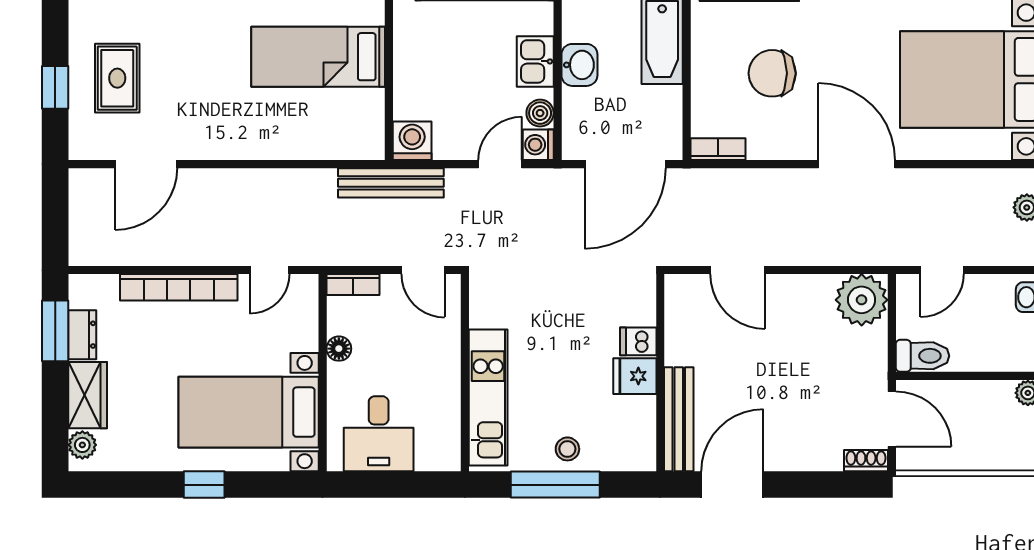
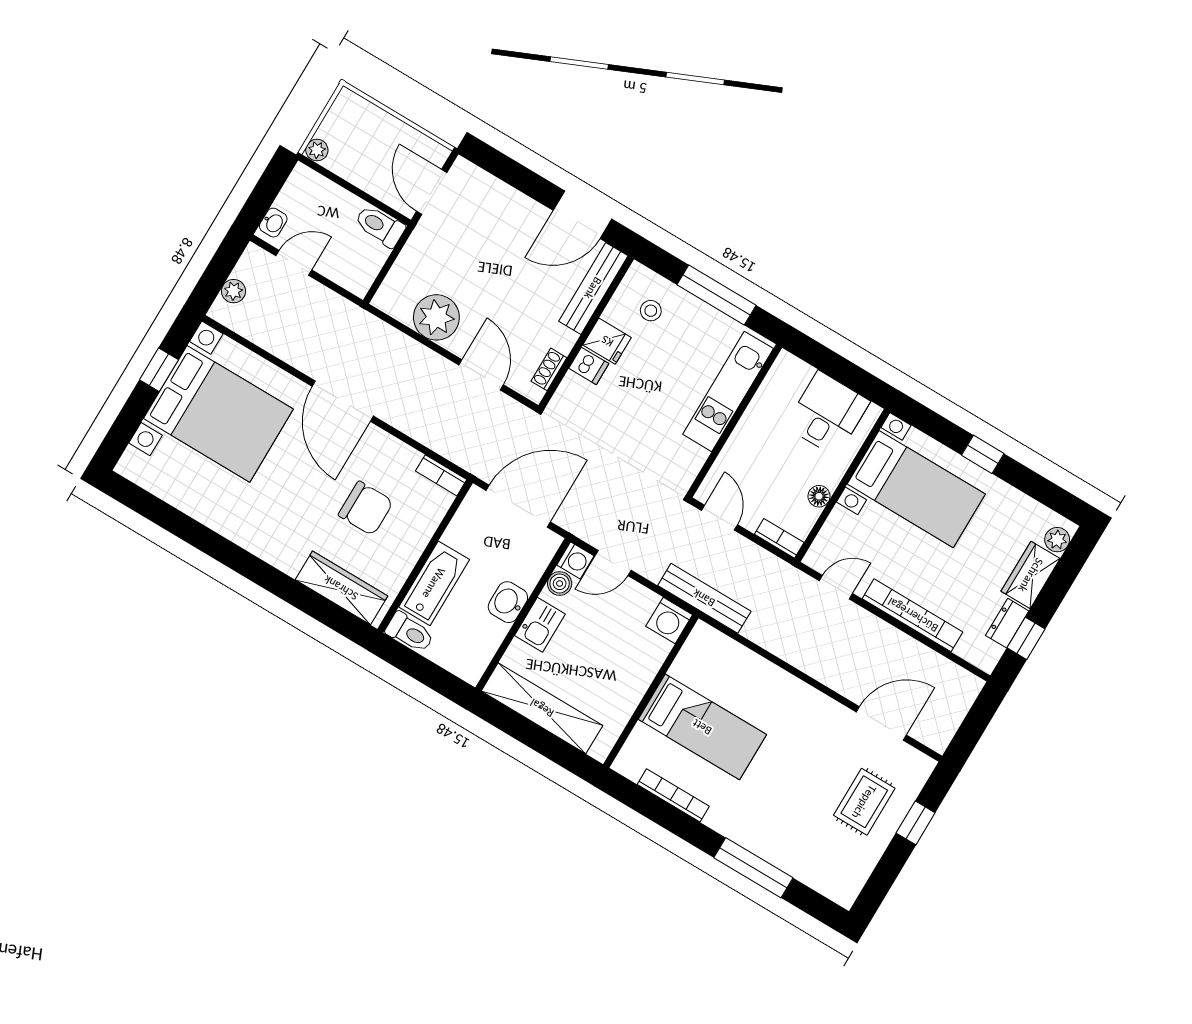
door: (942, 270) -> (294, 263), moved
plant: (862, 300) -> (436, 317), moved
window: (55, 331) -> (1026, 638), width x0.67
stool: (567, 449) -> (651, 311), moved
shoe rack: (866, 461) -> (549, 369), moved, turned 90

